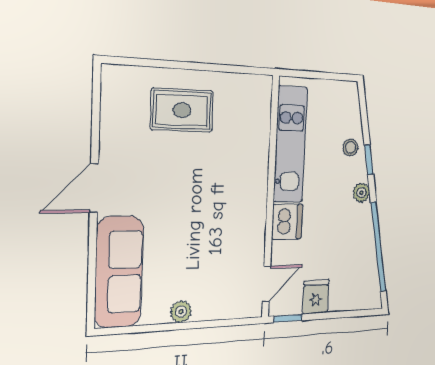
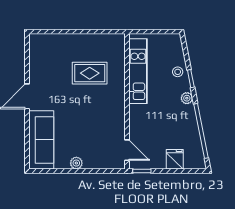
rug: (182, 110) -> (90, 73), moved
dishwasher: (287, 222) -> (138, 115), removed
door: (266, 284) -> (127, 150), hinge flipped
fridge: (316, 297) -> (175, 159), moved

